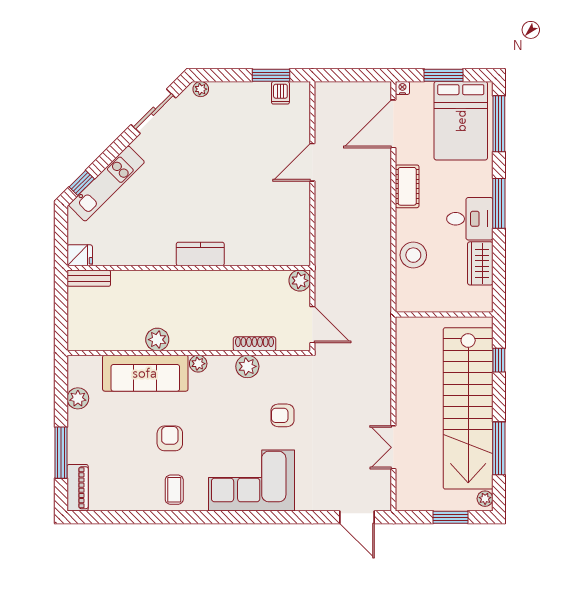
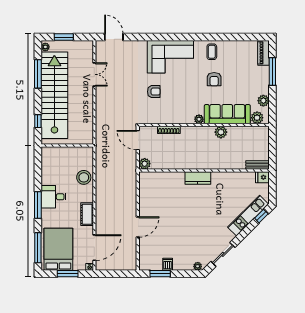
dishwasher: (280, 93) -> (168, 264), moved
wardrobe: (480, 263) -> (48, 173), removed
plant: (247, 366) -> (257, 118), moved

